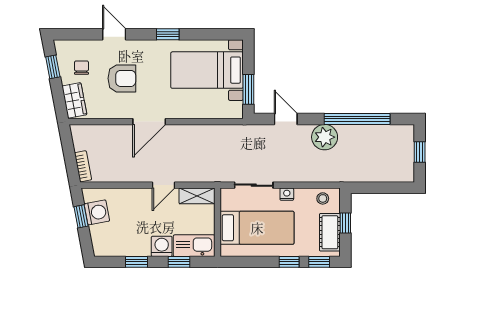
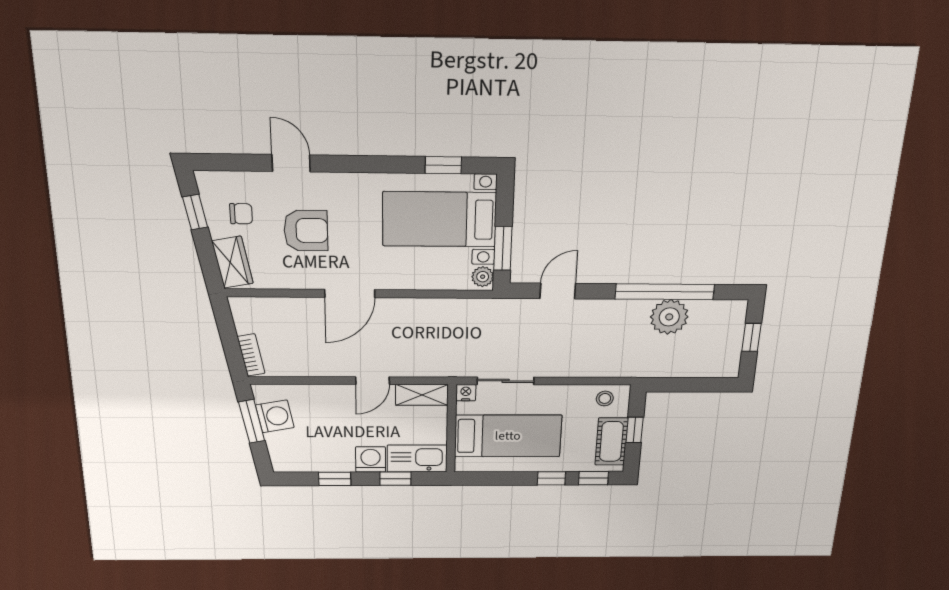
window: (168, 34) -> (443, 165), moved
chair: (81, 68) -> (241, 214), turned 90
plant: (236, 109) -> (483, 277), added
door: (286, 119) -> (558, 291), hinge flipped
plant: (325, 137) -> (669, 317), moved
nightstand: (287, 194) -> (466, 393), moved
window: (81, 216) -> (252, 421), width x1.50

